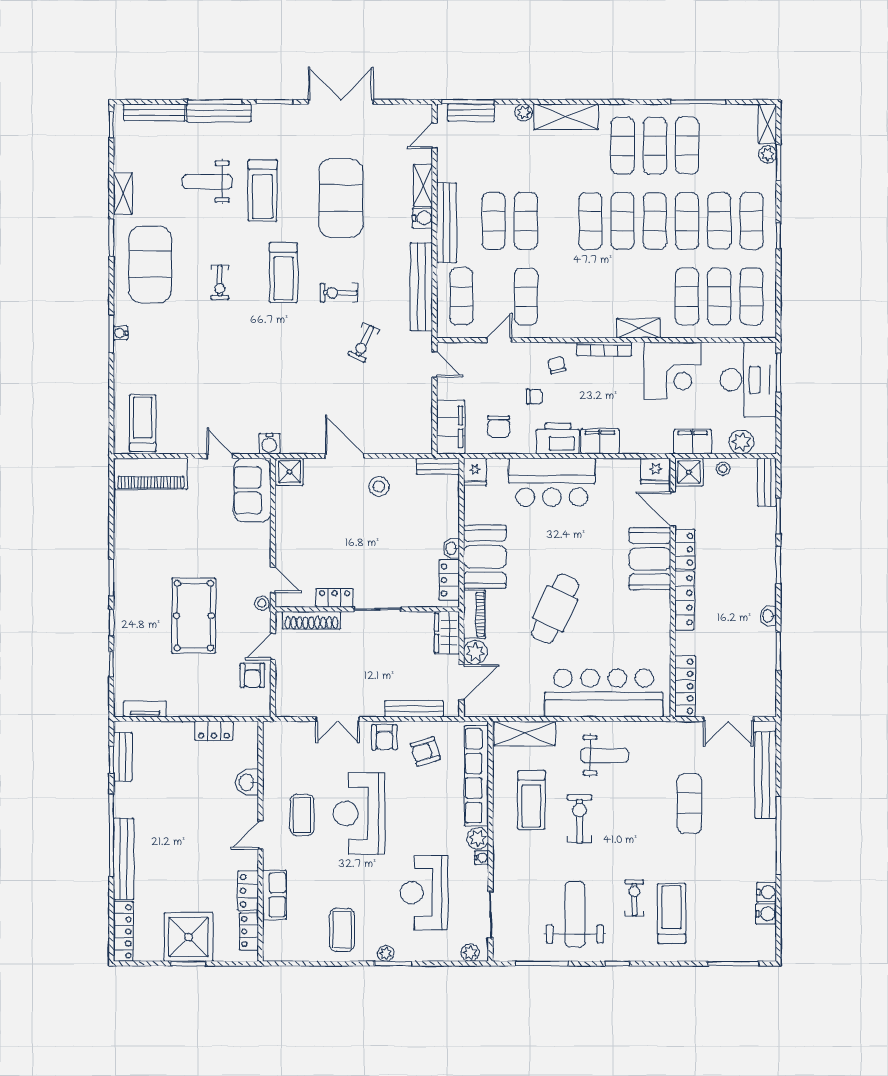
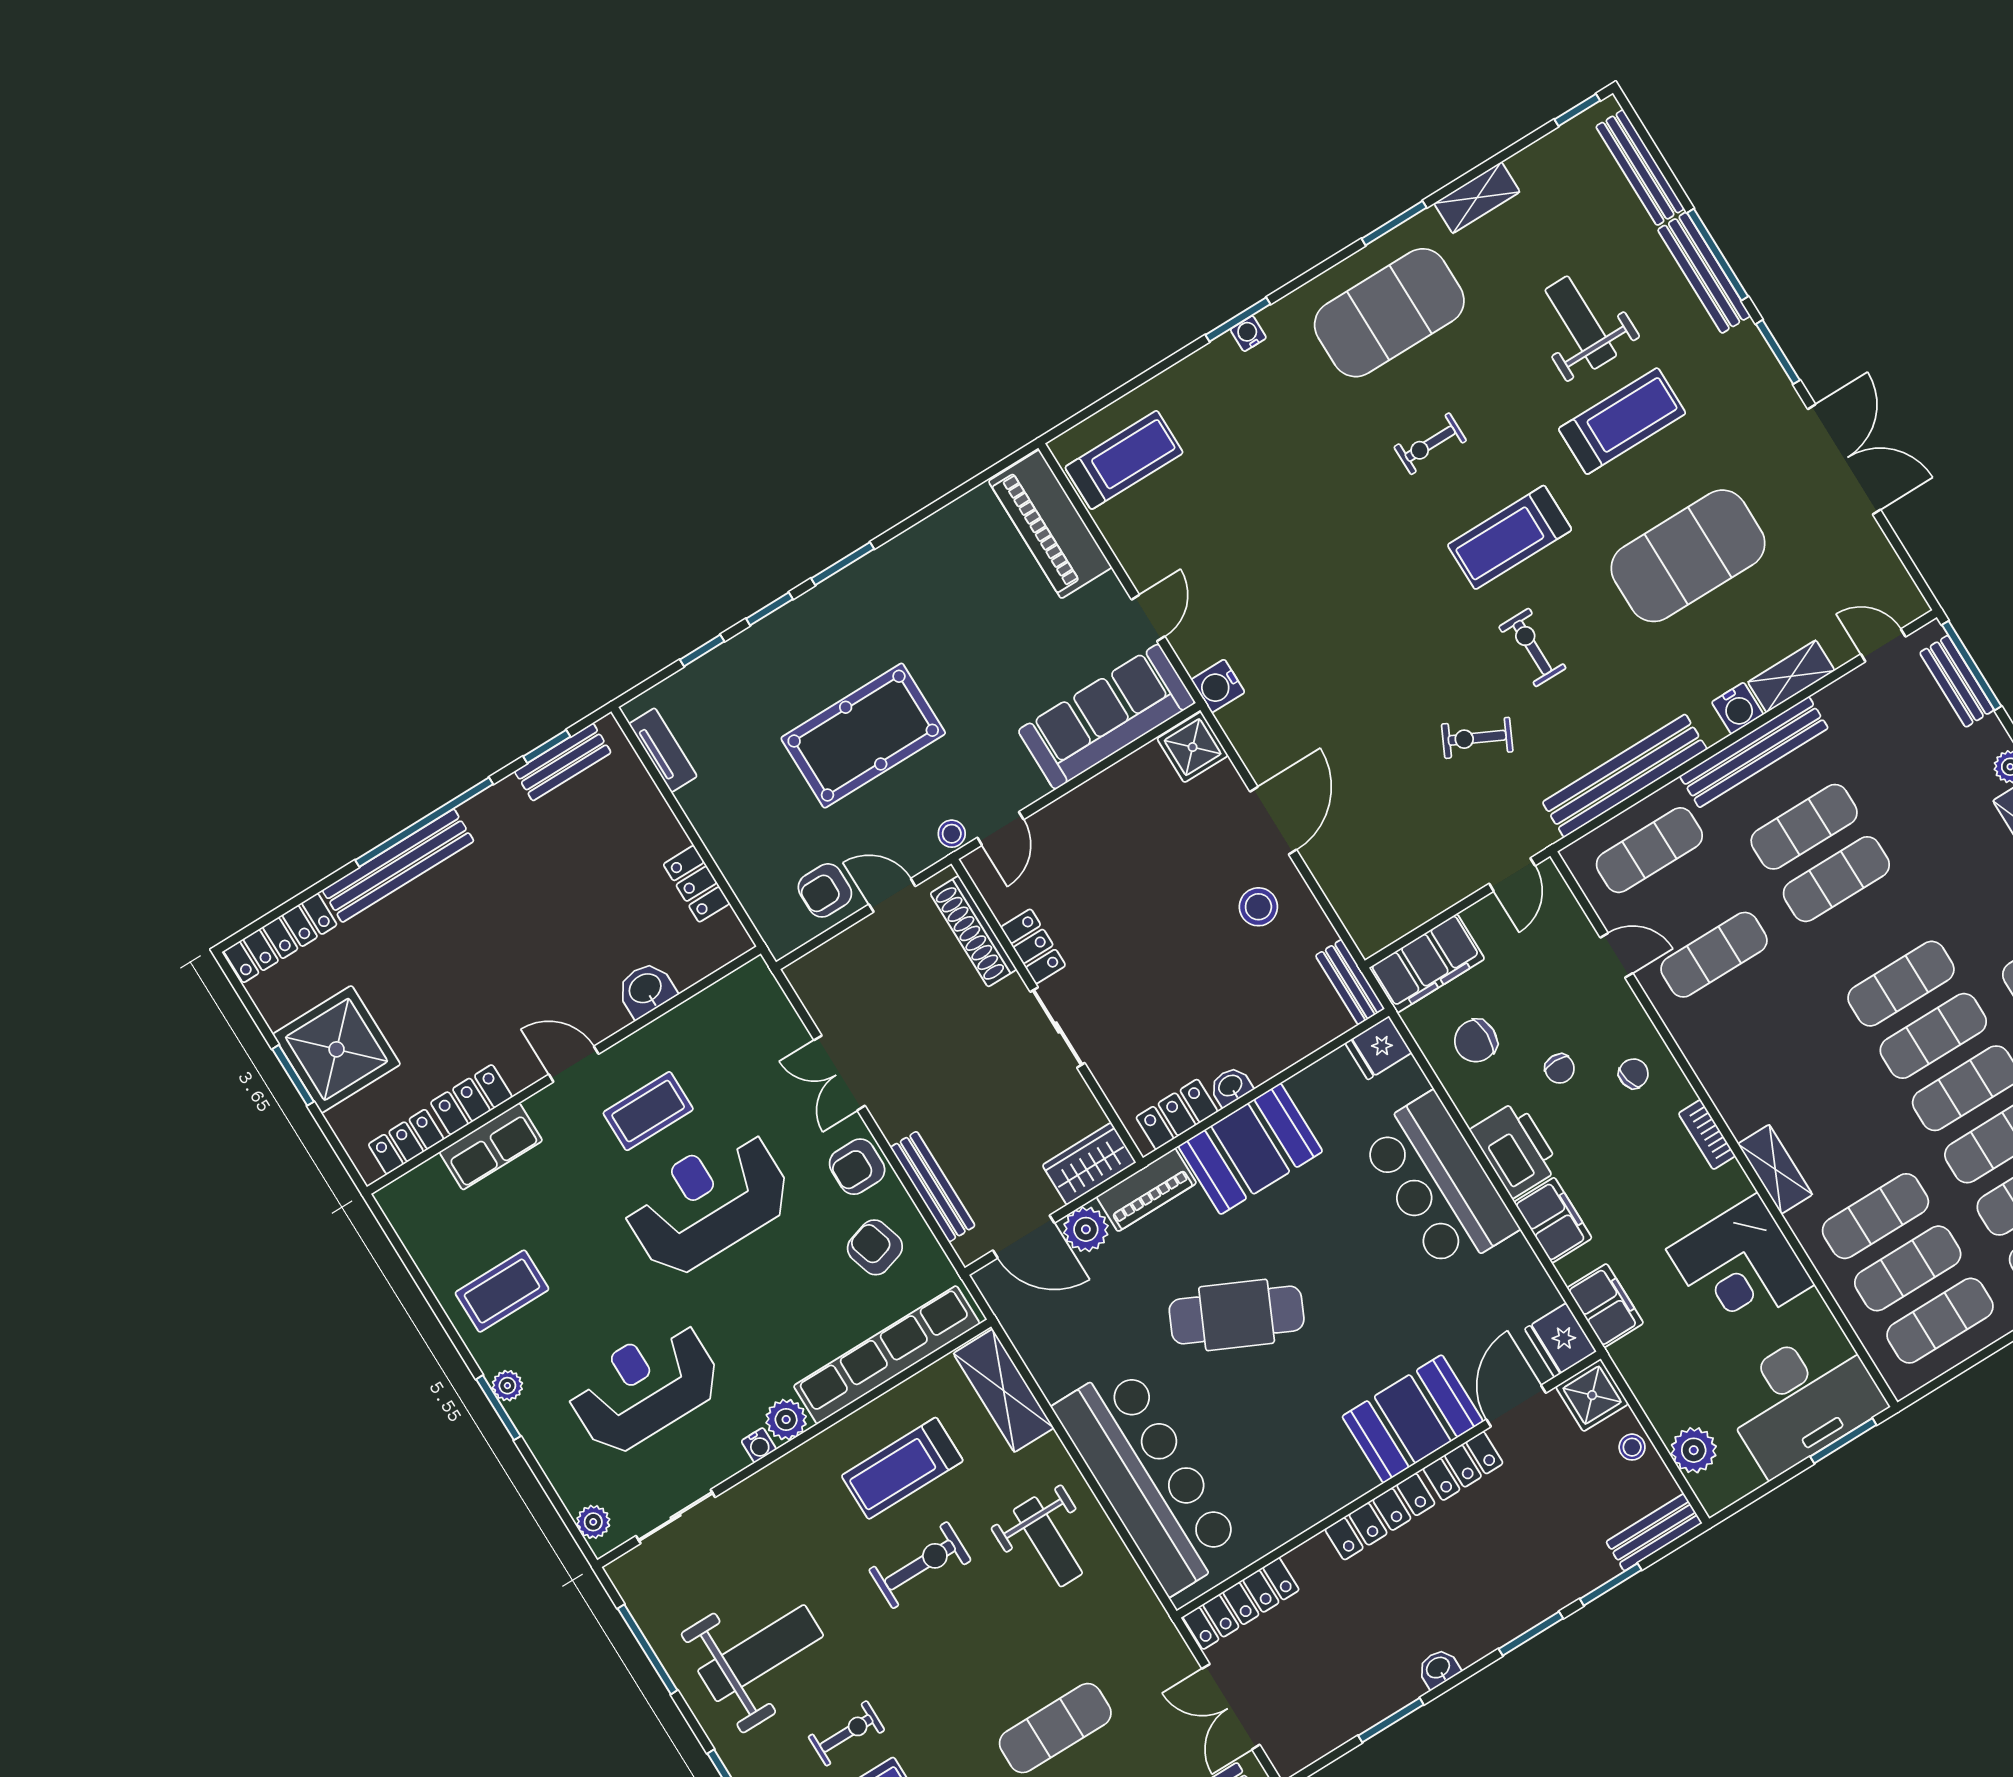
treadmill: (263, 190) -> (1622, 421), turned 180
bookcase: (604, 349) -> (1707, 1135), width x0.64
filing cabinet: (693, 442) -> (1605, 1306), moved
sofa: (252, 490) -> (1107, 717), width x1.36

